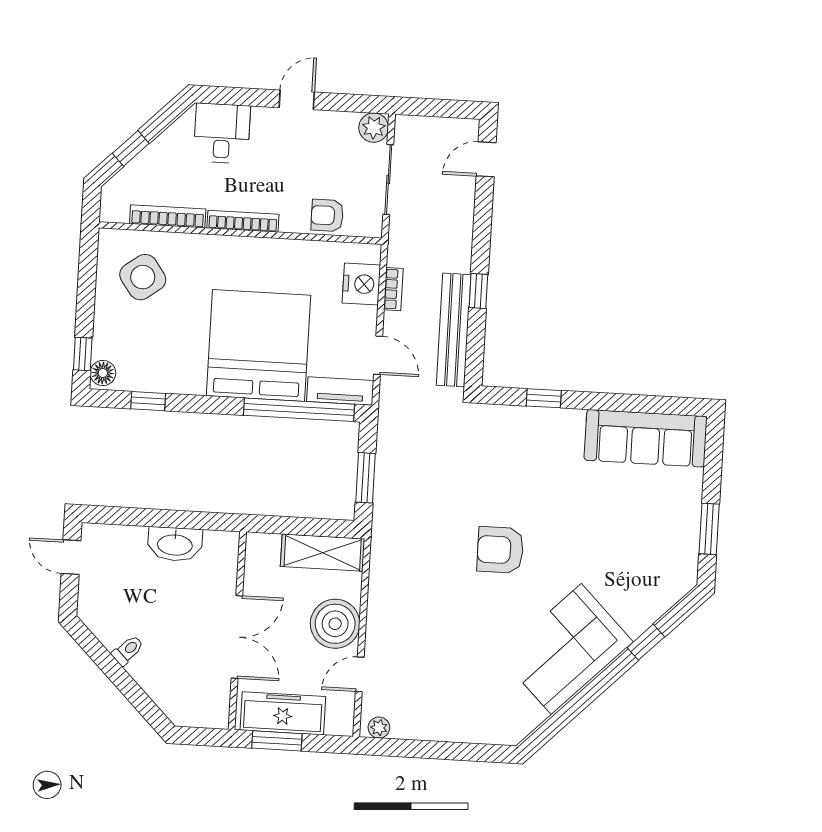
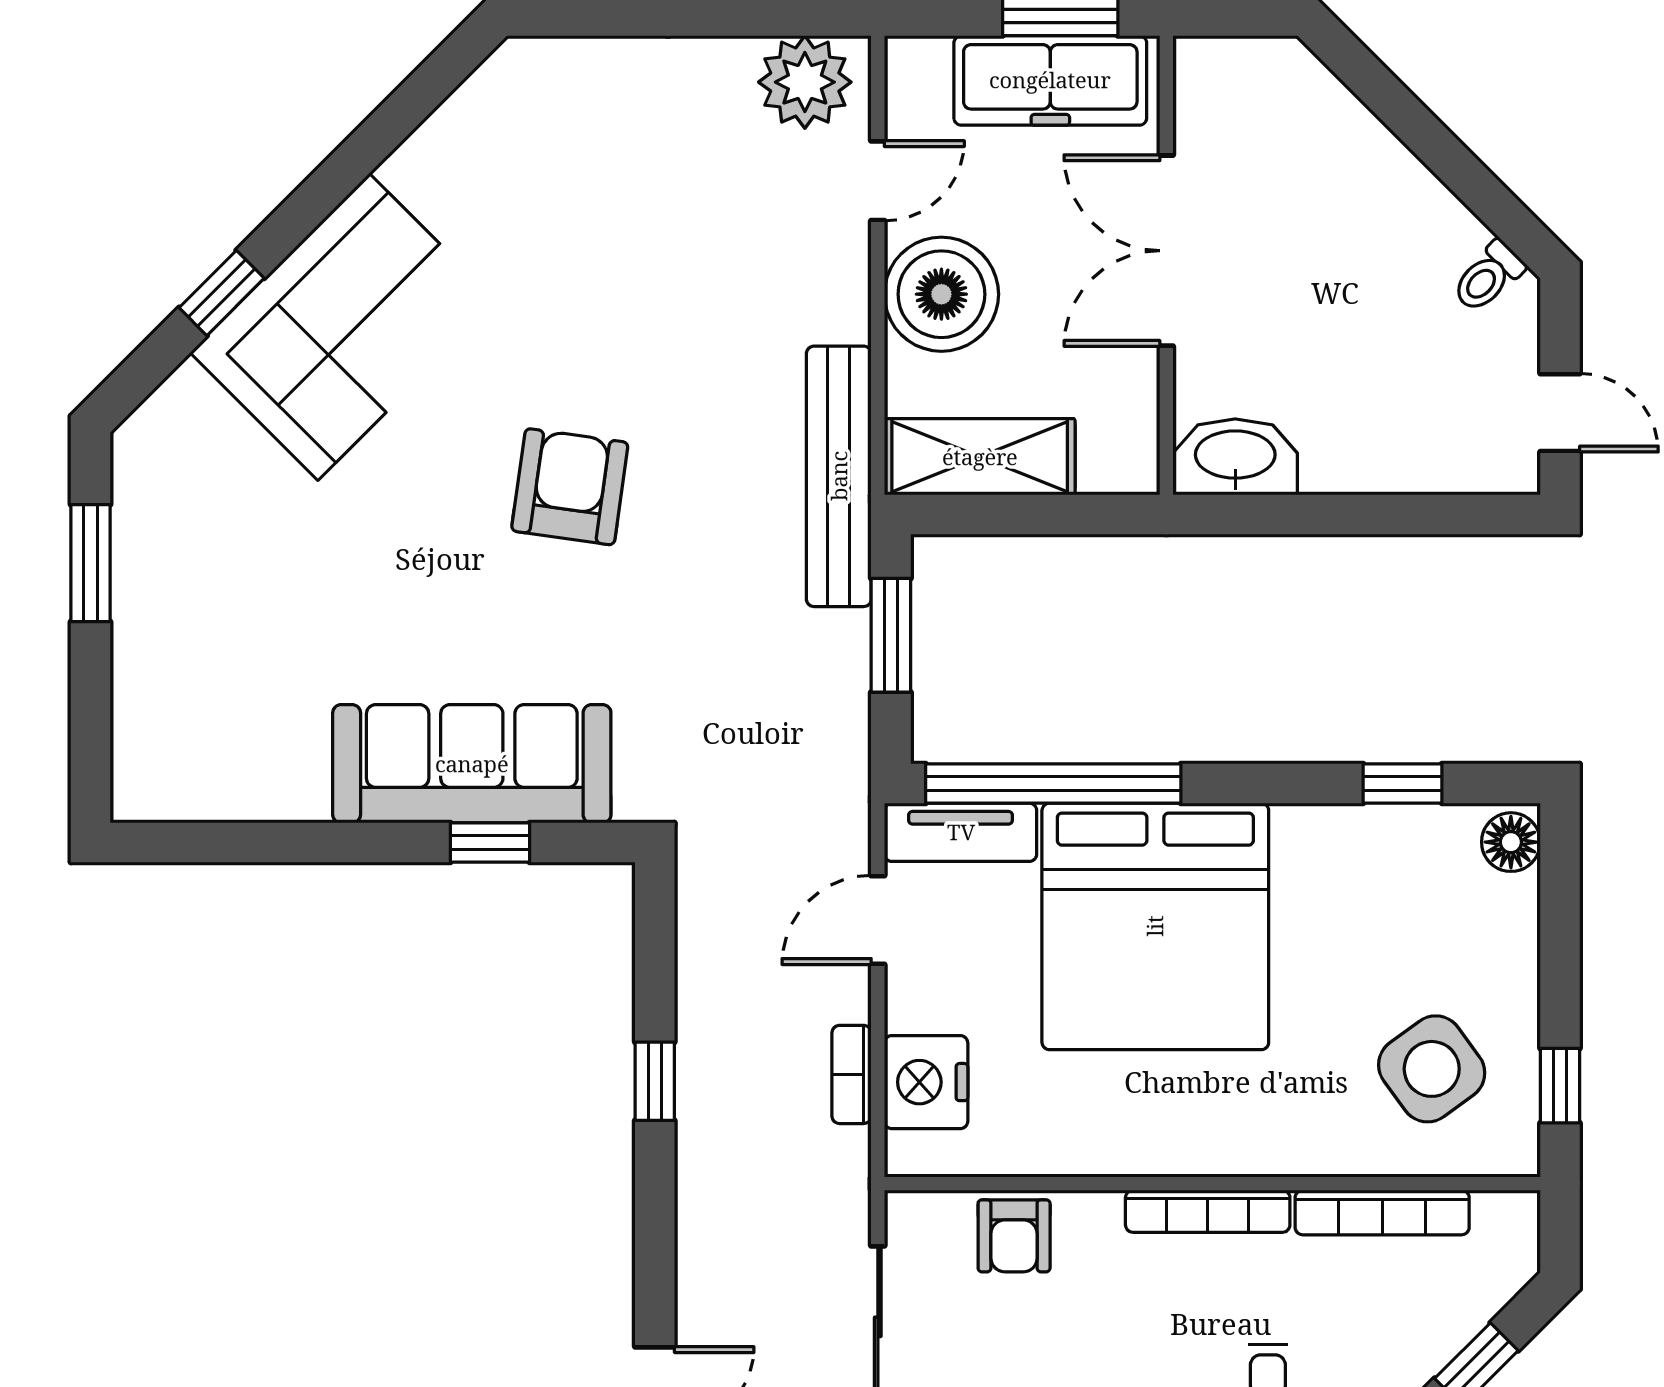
armchair: (327, 215) -> (1014, 1236), turned 90
bench: (454, 330) -> (839, 476), moved
window: (83, 354) -> (1560, 1086), moved
door: (378, 355) -> (878, 920), hinge flipped
sofa: (646, 438) -> (472, 764), moved
washbasin: (175, 544) -> (1235, 457), moved
armchair: (500, 550) -> (570, 487), turned -82
corner sofa: (566, 649) -> (344, 327), moved
toilet: (128, 650) -> (1488, 277), moved
plant: (379, 728) -> (805, 82), width x1.87, depth x1.87

